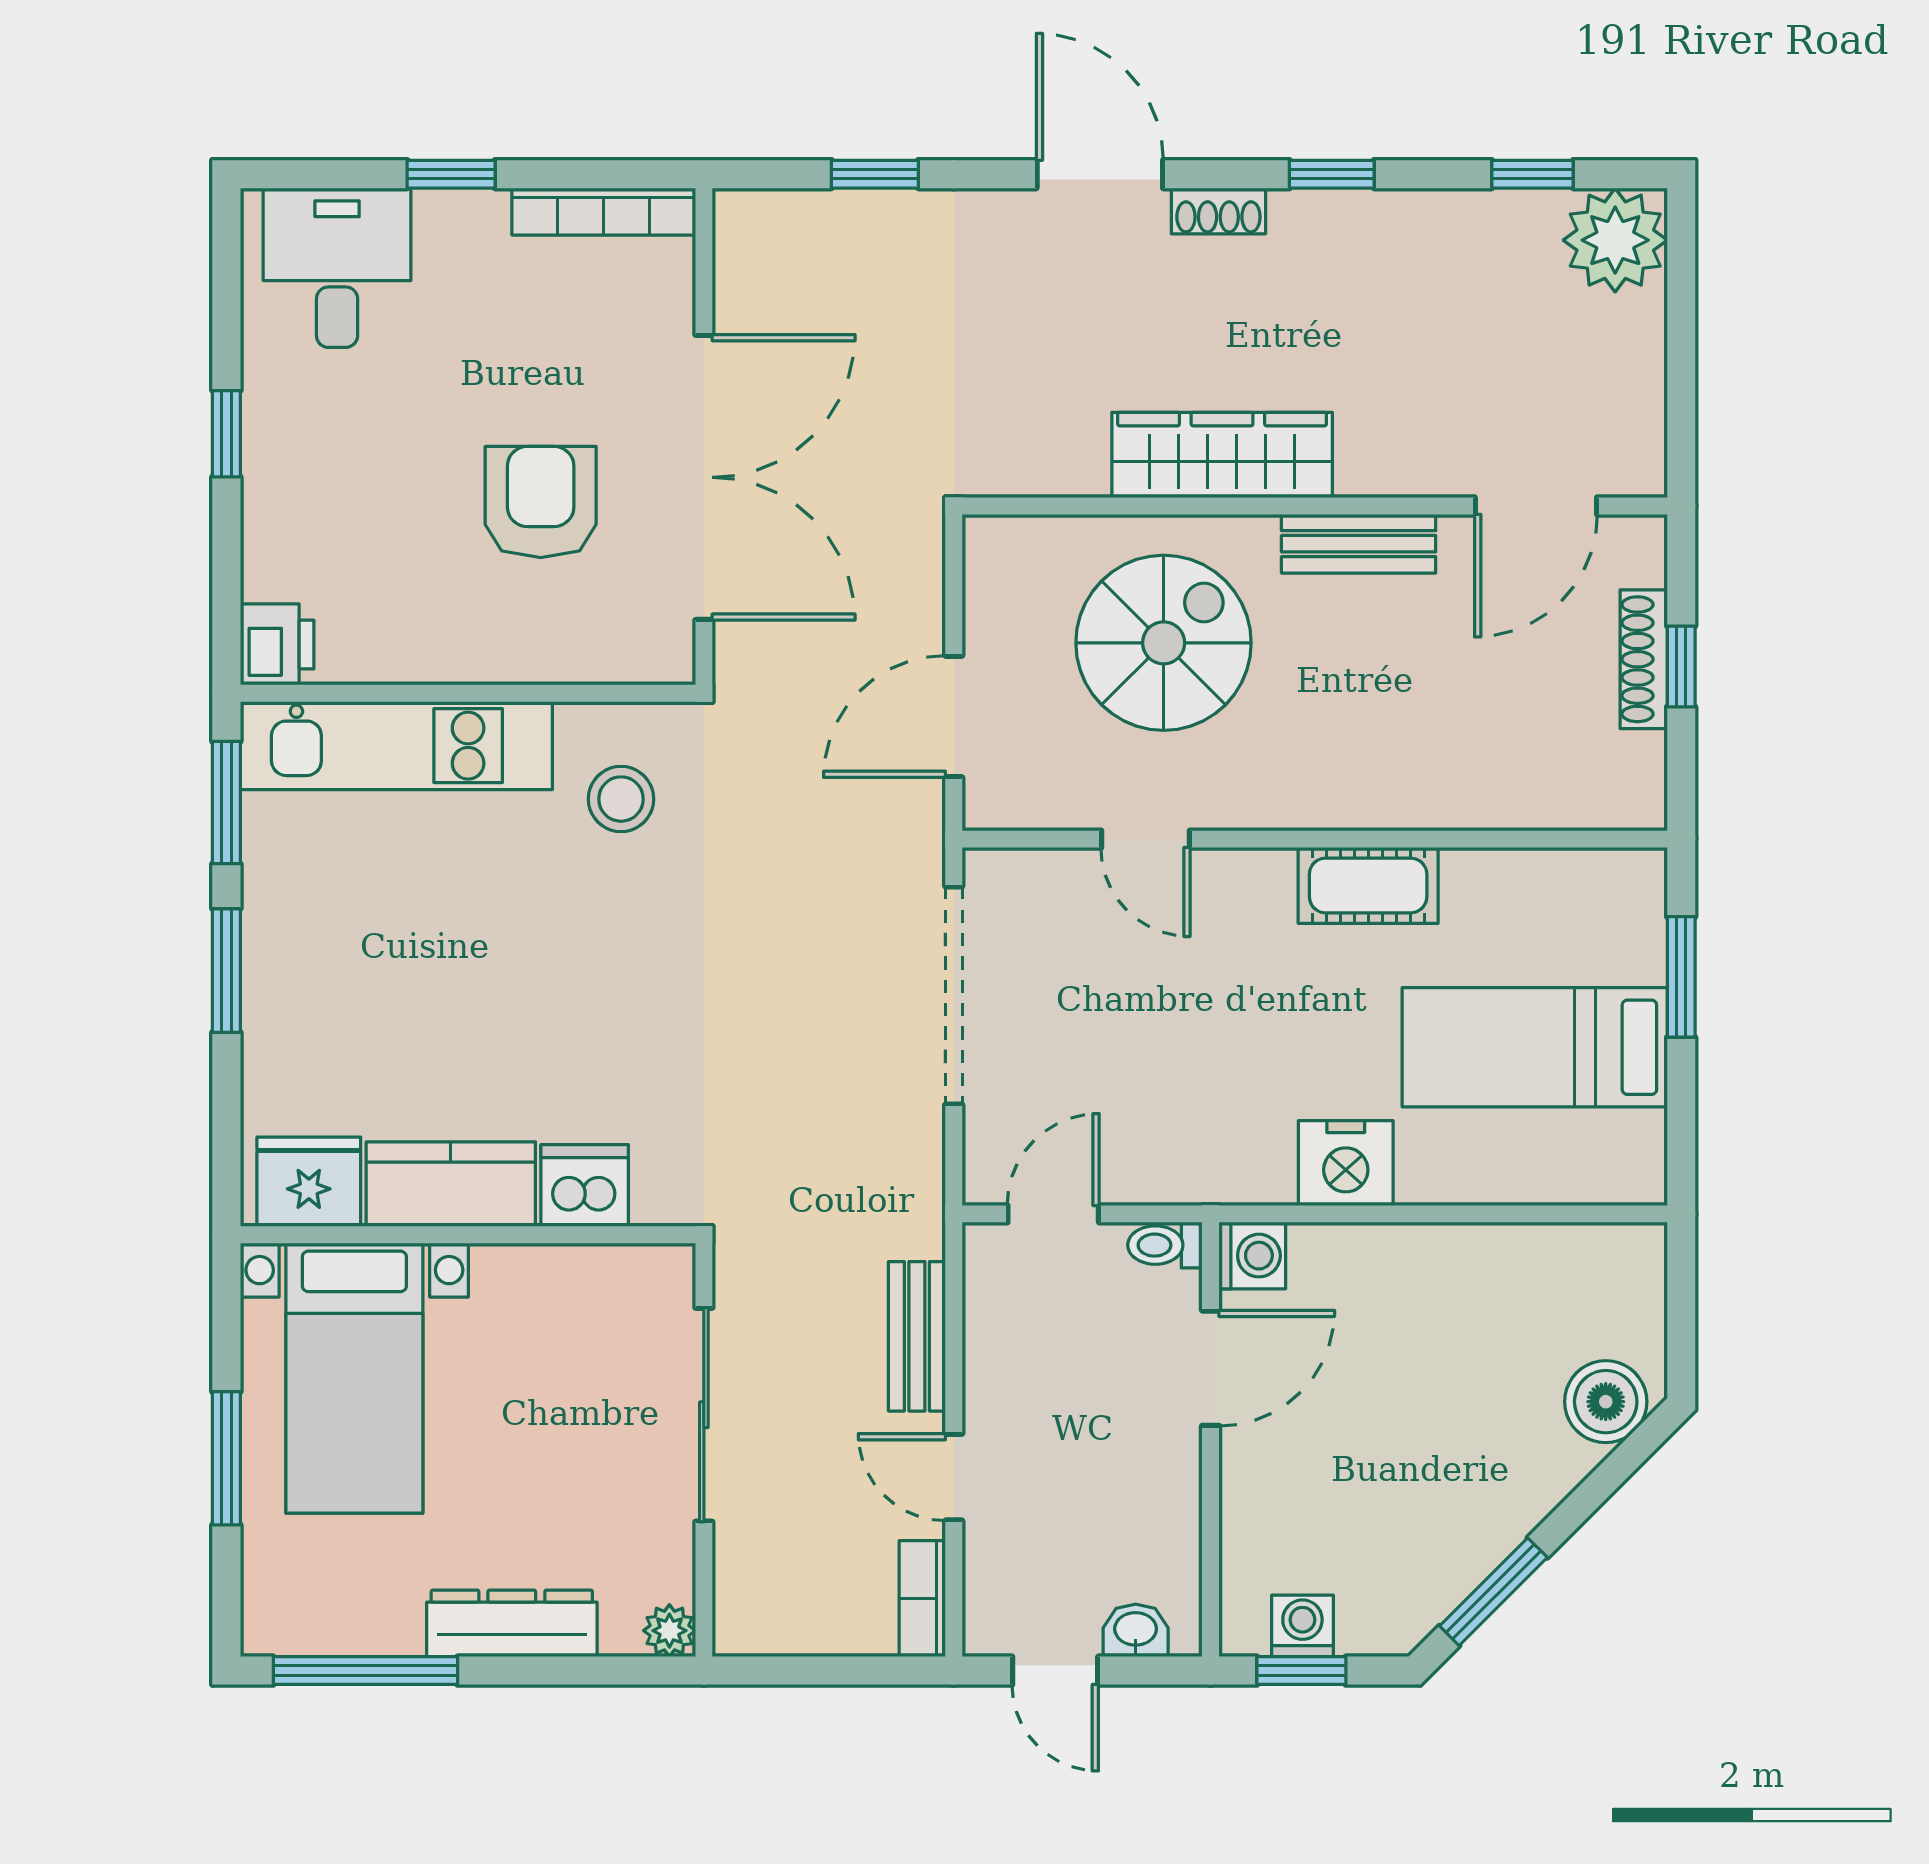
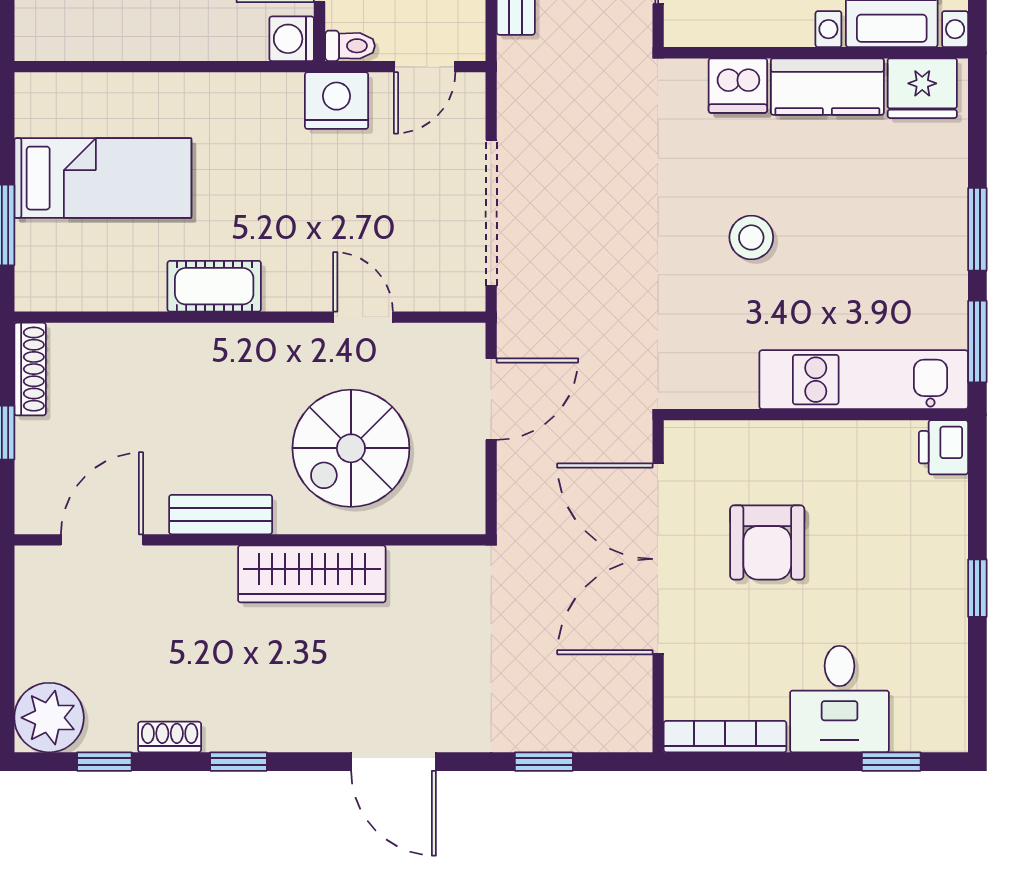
window: (451, 174) -> (891, 762), moved
shoe rack: (1218, 211) -> (170, 737), moved
desk: (337, 268) -> (840, 699), moved
shoe rack: (1644, 659) -> (30, 369), moved
stool: (621, 799) -> (751, 237), moved
nightstand: (1346, 1163) -> (337, 101), moved

